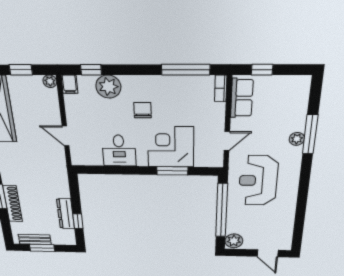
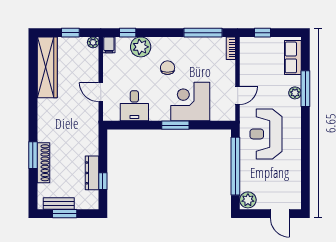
row of seats: (242, 98) -> (293, 57), moved, turned 180
desk: (119, 151) -> (134, 106), moved
window: (172, 171) -> (175, 125), moved

